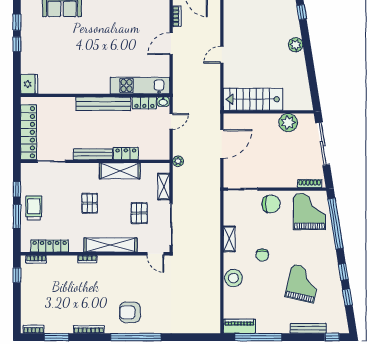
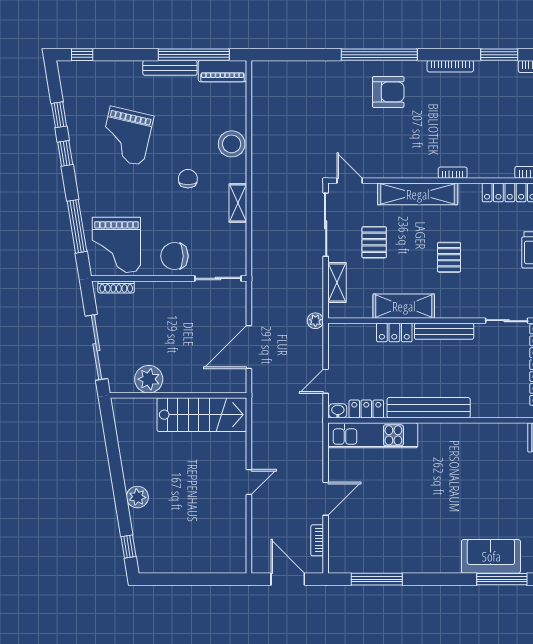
window: (336, 224) -> (77, 226), width x0.68
bench: (308, 328) -> (170, 68), moved

